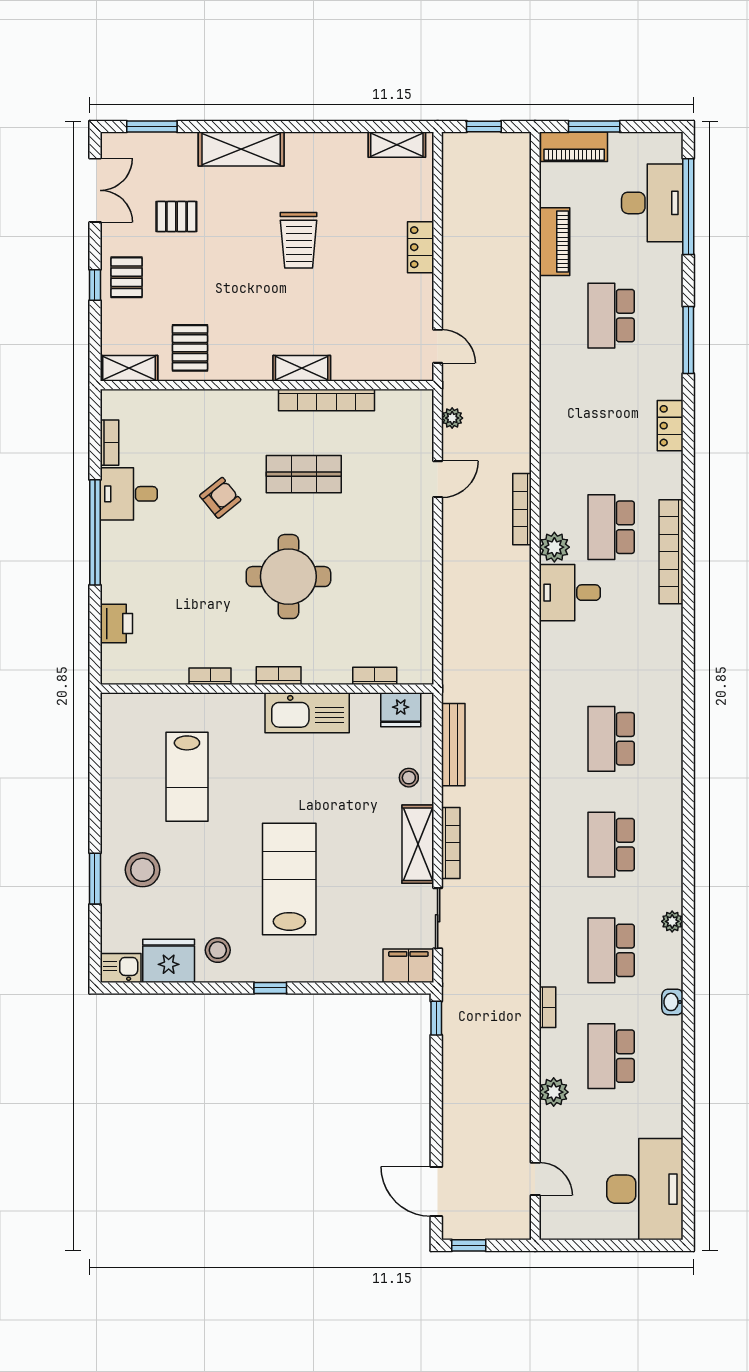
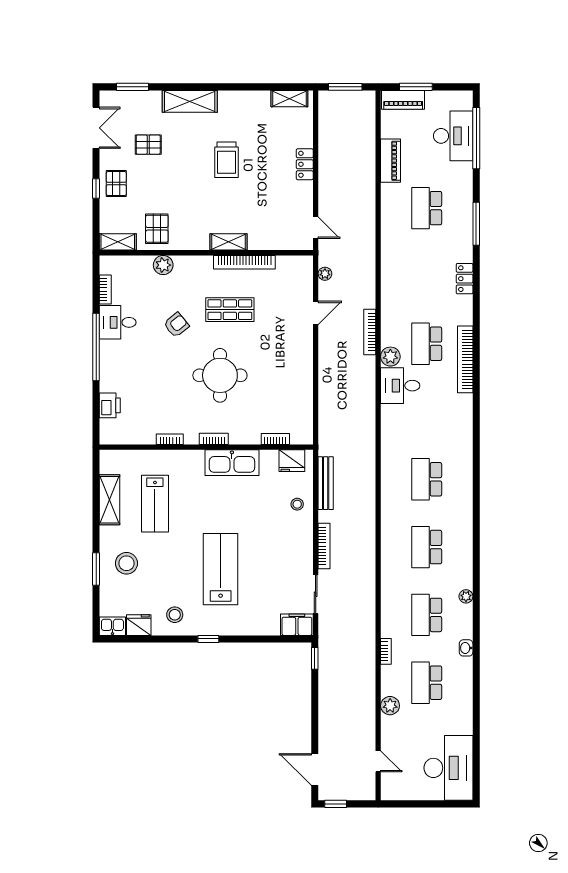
window: (484, 126) -> (345, 87), width x1.50
plant: (200, 404) -> (163, 265), added
shelving: (418, 844) -> (110, 500), moved
fridge: (169, 961) -> (139, 625), width x0.73, depth x0.75

